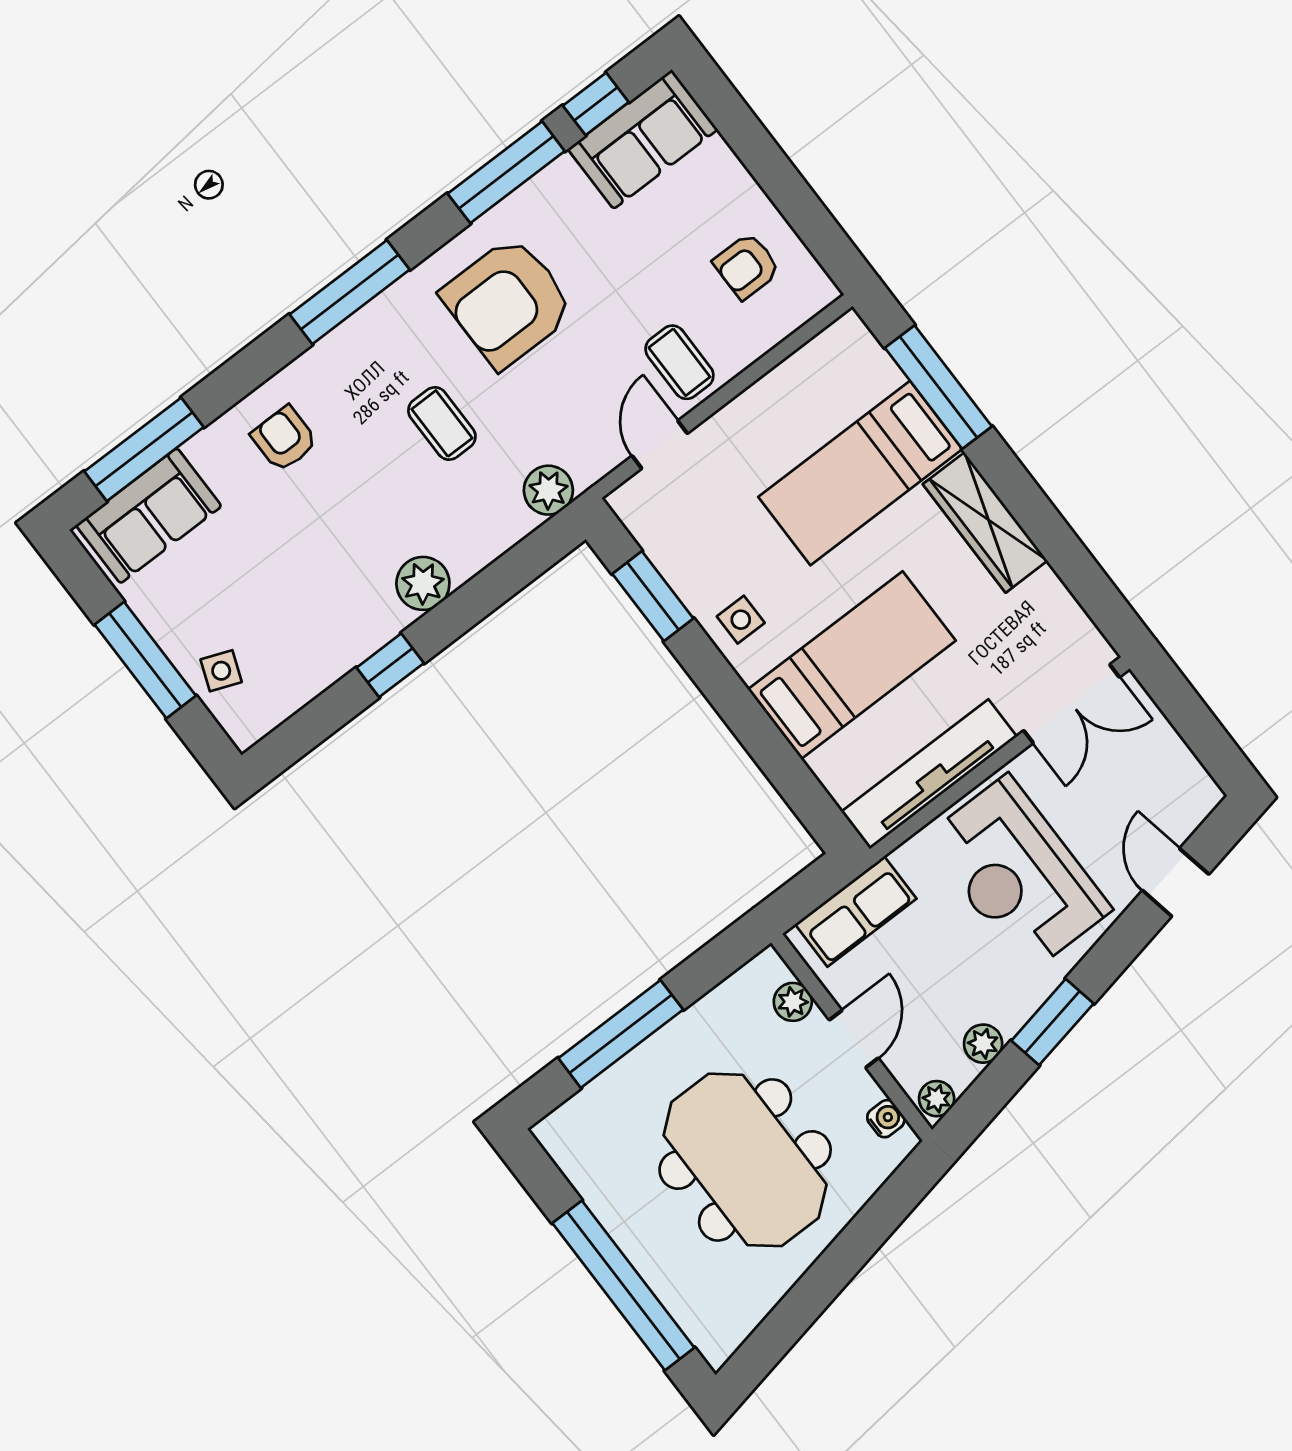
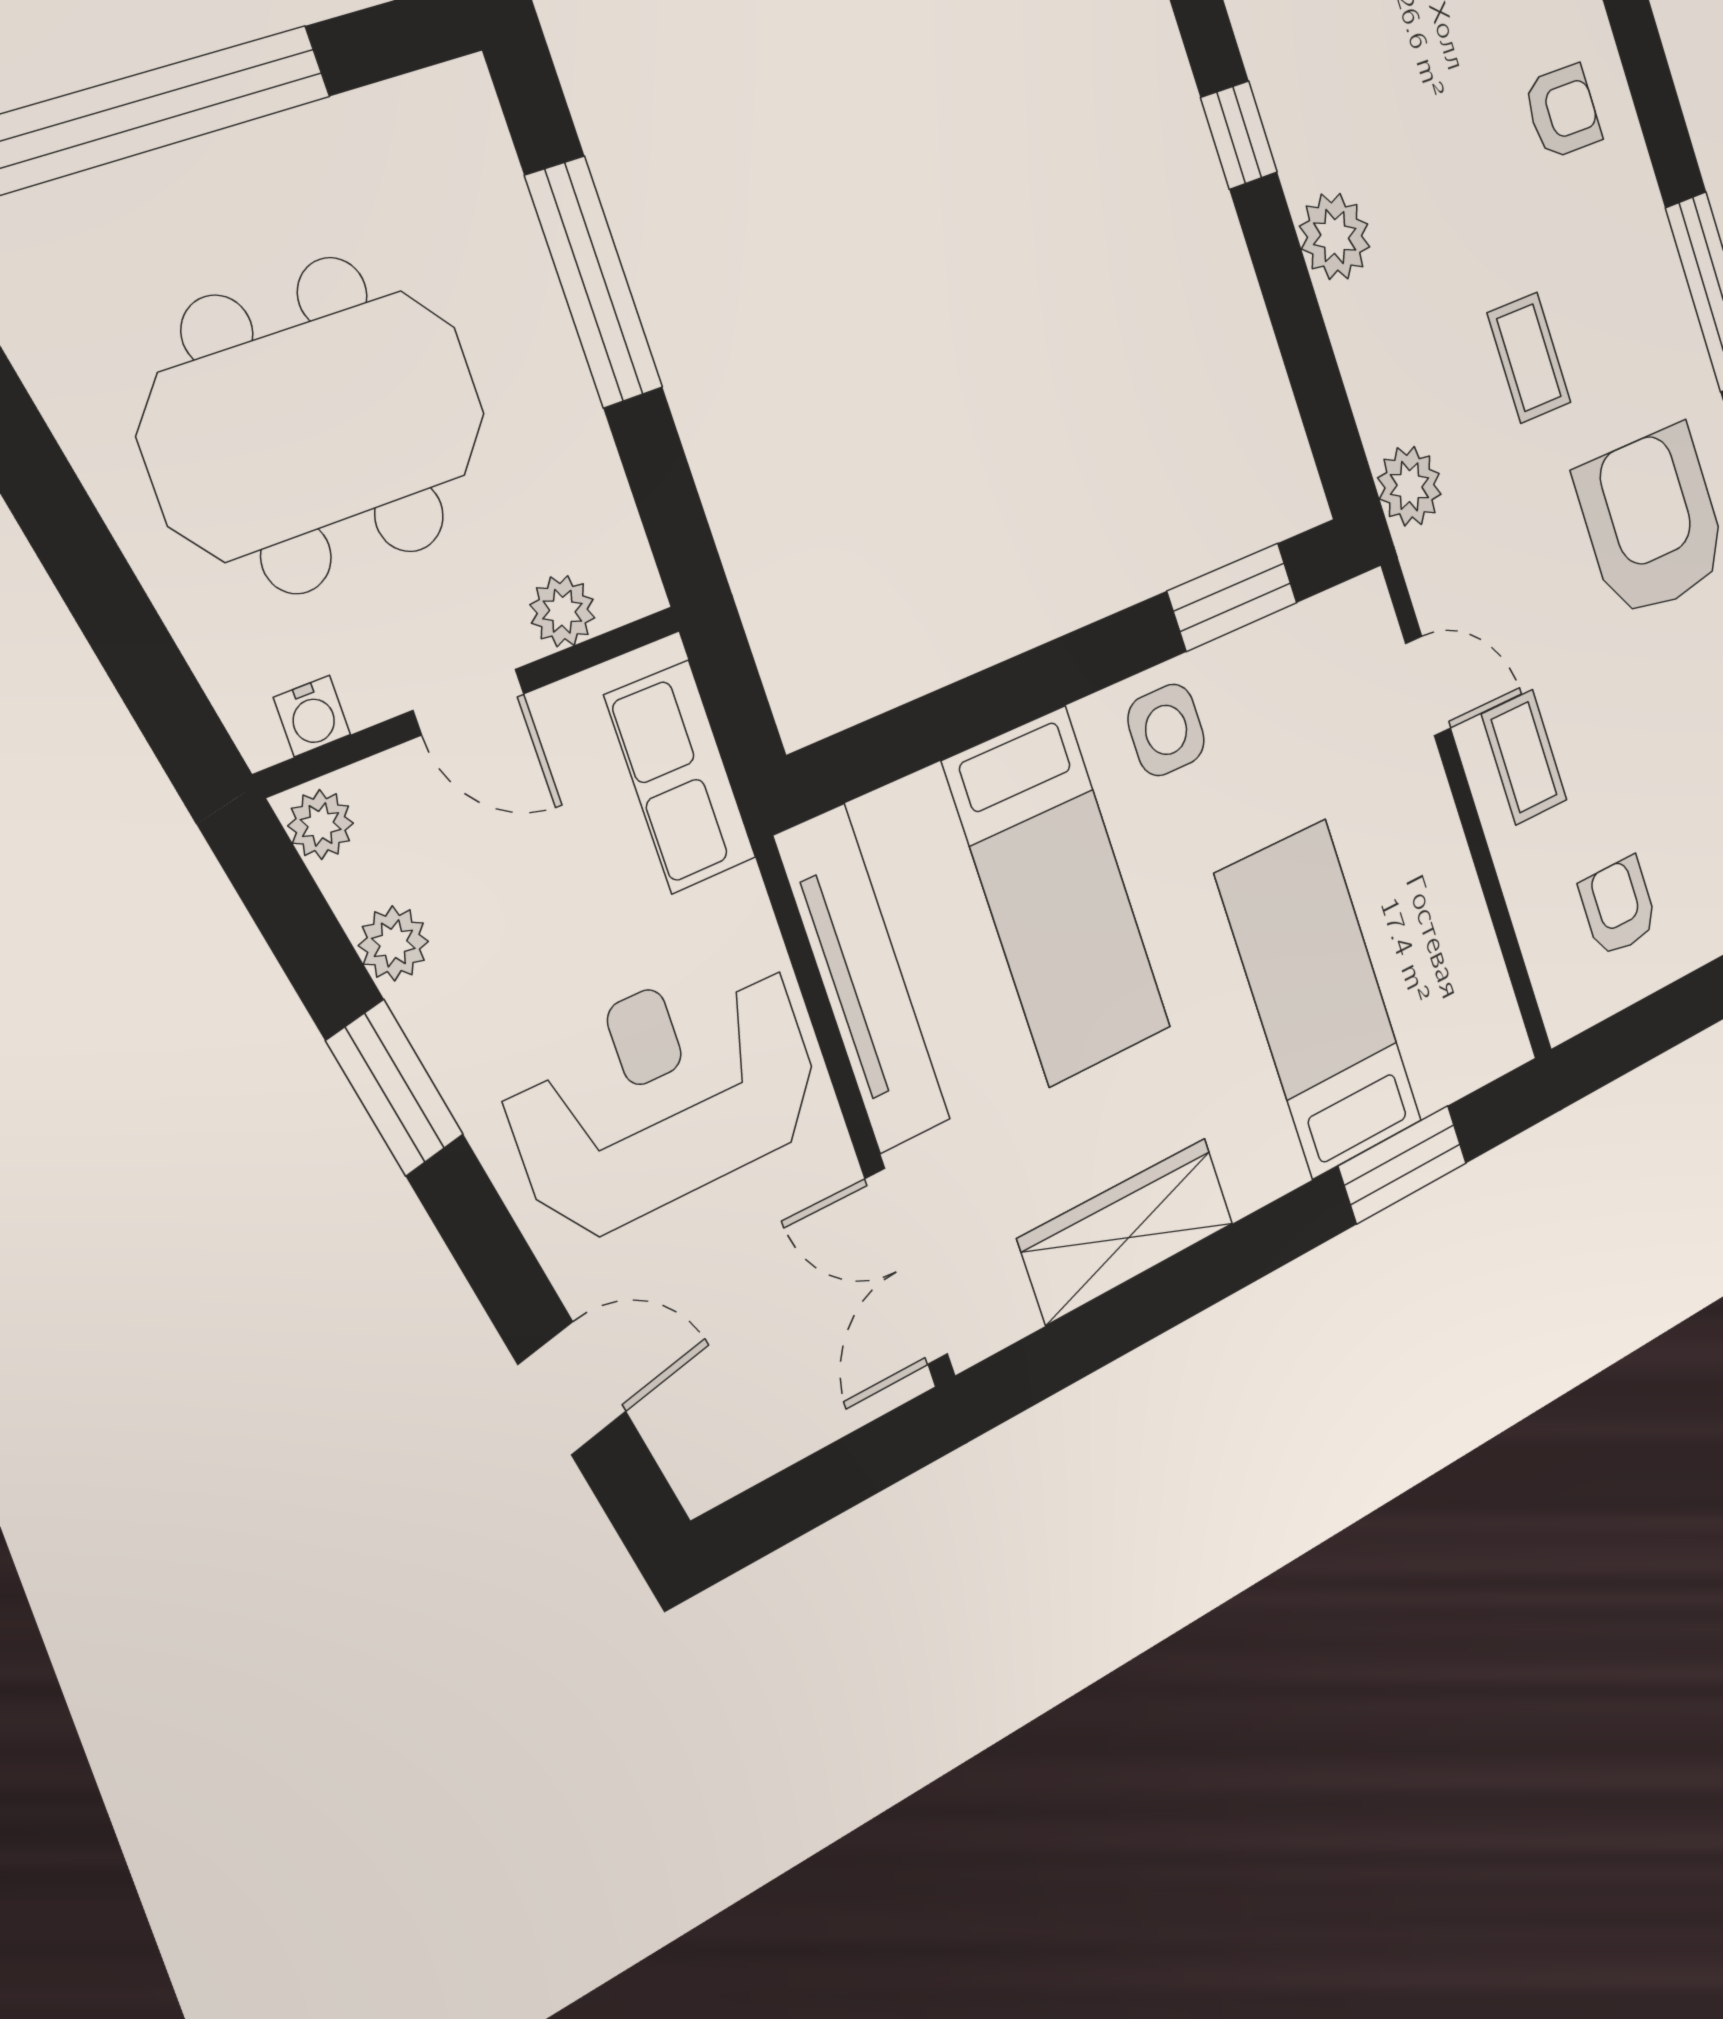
coffee table: (679, 362) -> (1524, 757), turned 90
window: (938, 387) -> (1403, 1165), width x0.69
coffee table: (442, 424) -> (1529, 358), turned 90
wardrobe: (985, 522) -> (1126, 1231), moved
side table: (741, 620) -> (1166, 730), width x1.37, depth x1.37

